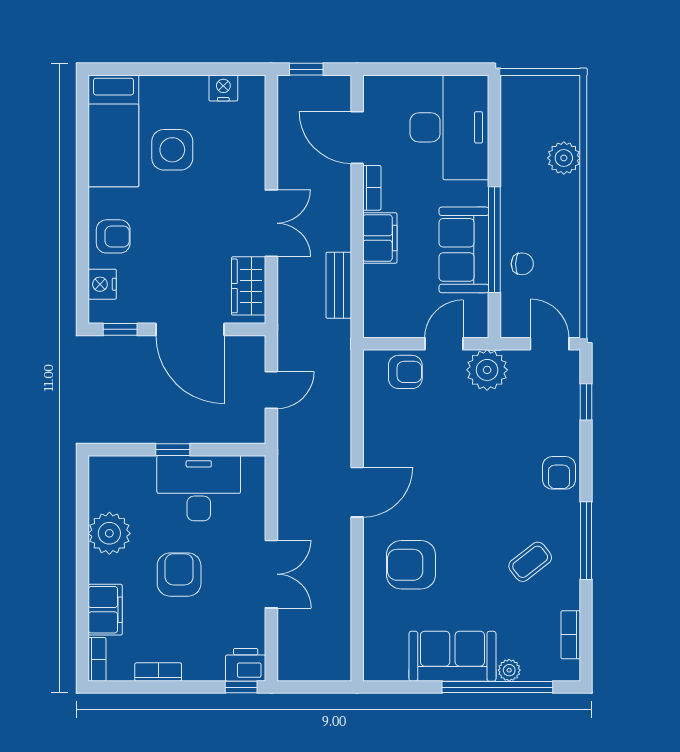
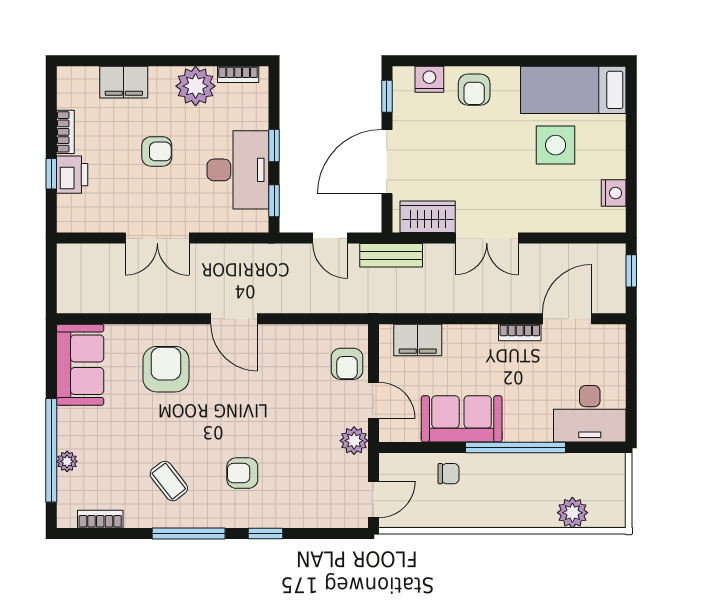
desk: (449, 127) -> (590, 414), width x0.73, depth x0.77
plant: (564, 158) -> (572, 513), moved
filing cabinet: (380, 238) -> (418, 340), moved
window: (494, 240) -> (516, 448), moved
chair: (522, 264) -> (448, 474), turned -92
bench: (339, 285) -> (391, 255), moved
plant: (487, 370) -> (354, 441), width x0.73, depth x0.73
window: (586, 402) -> (265, 533), moved
window: (231, 450) -> (274, 201), added
armchair: (559, 473) -> (242, 473), moved
armchair: (179, 575) -> (157, 151), width x0.72, depth x0.72
sofa: (452, 656) -> (80, 365), moved
bookcase: (97, 659) -> (238, 74), moved
printer: (246, 665) -> (72, 175), moved
window: (241, 687) -> (51, 174), moved

